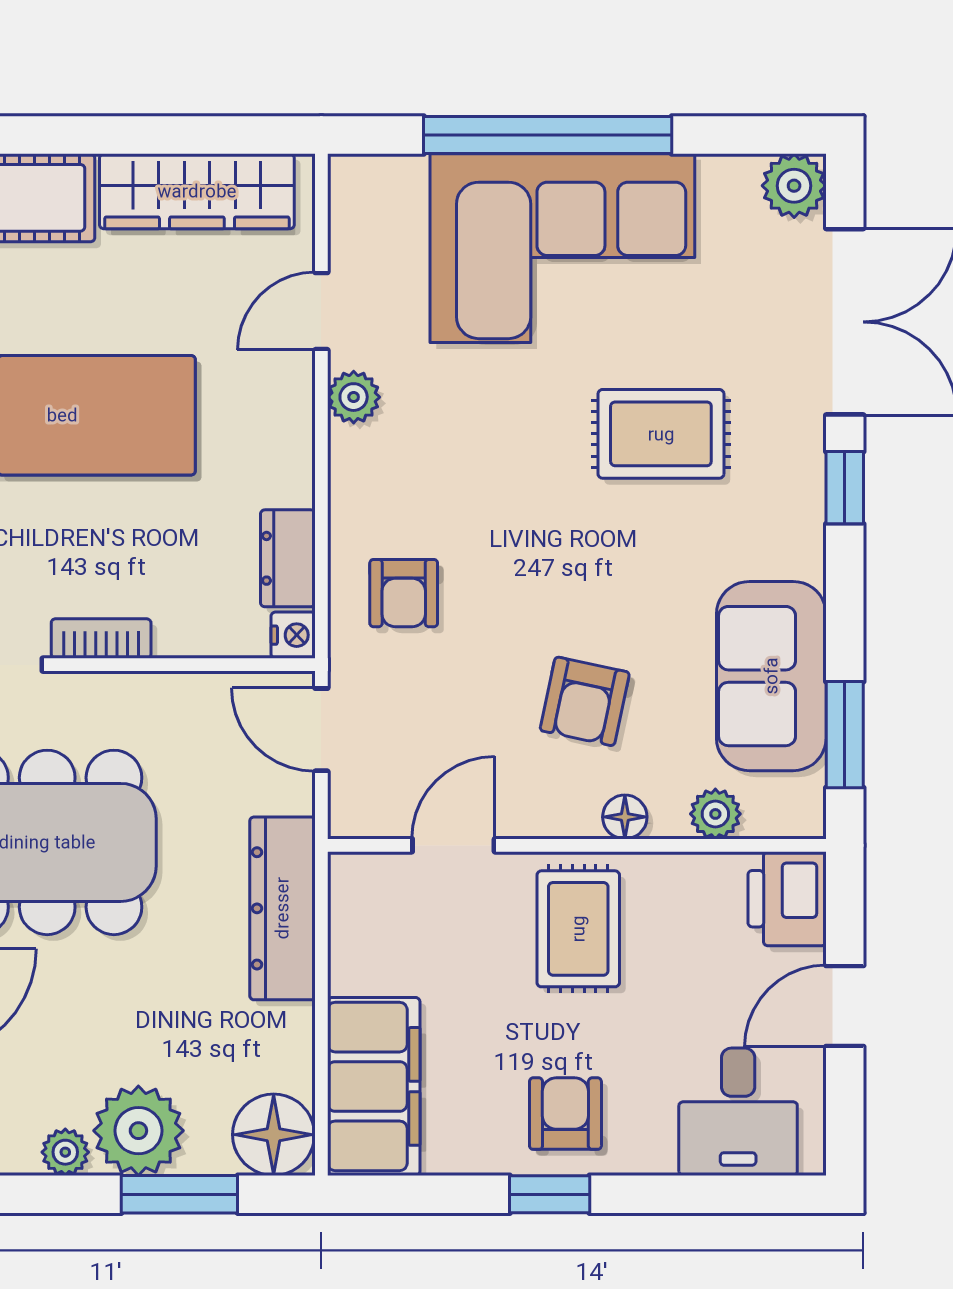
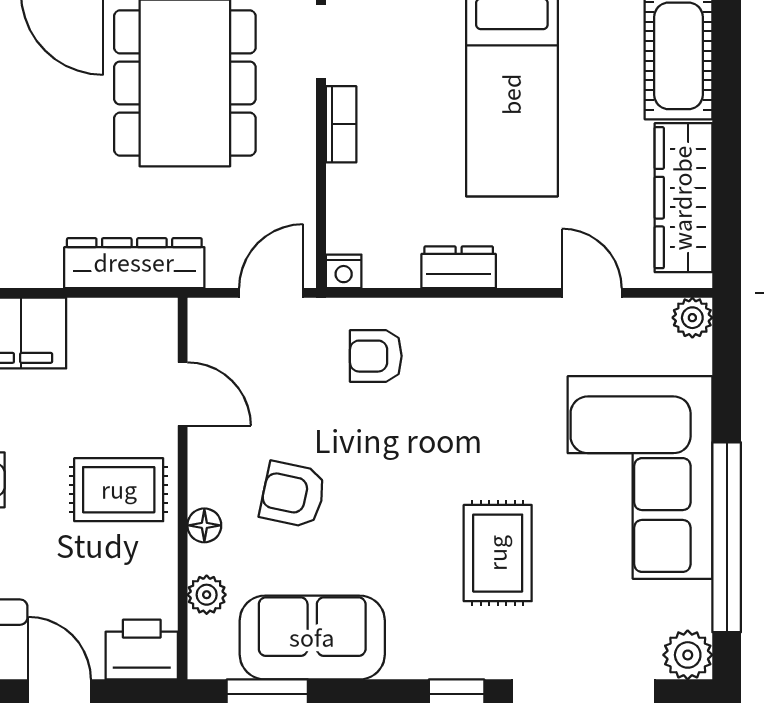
window: (548, 135) -> (727, 537), moved
plant: (354, 397) -> (692, 318), moved
dresser: (288, 558) -> (459, 267), moved

